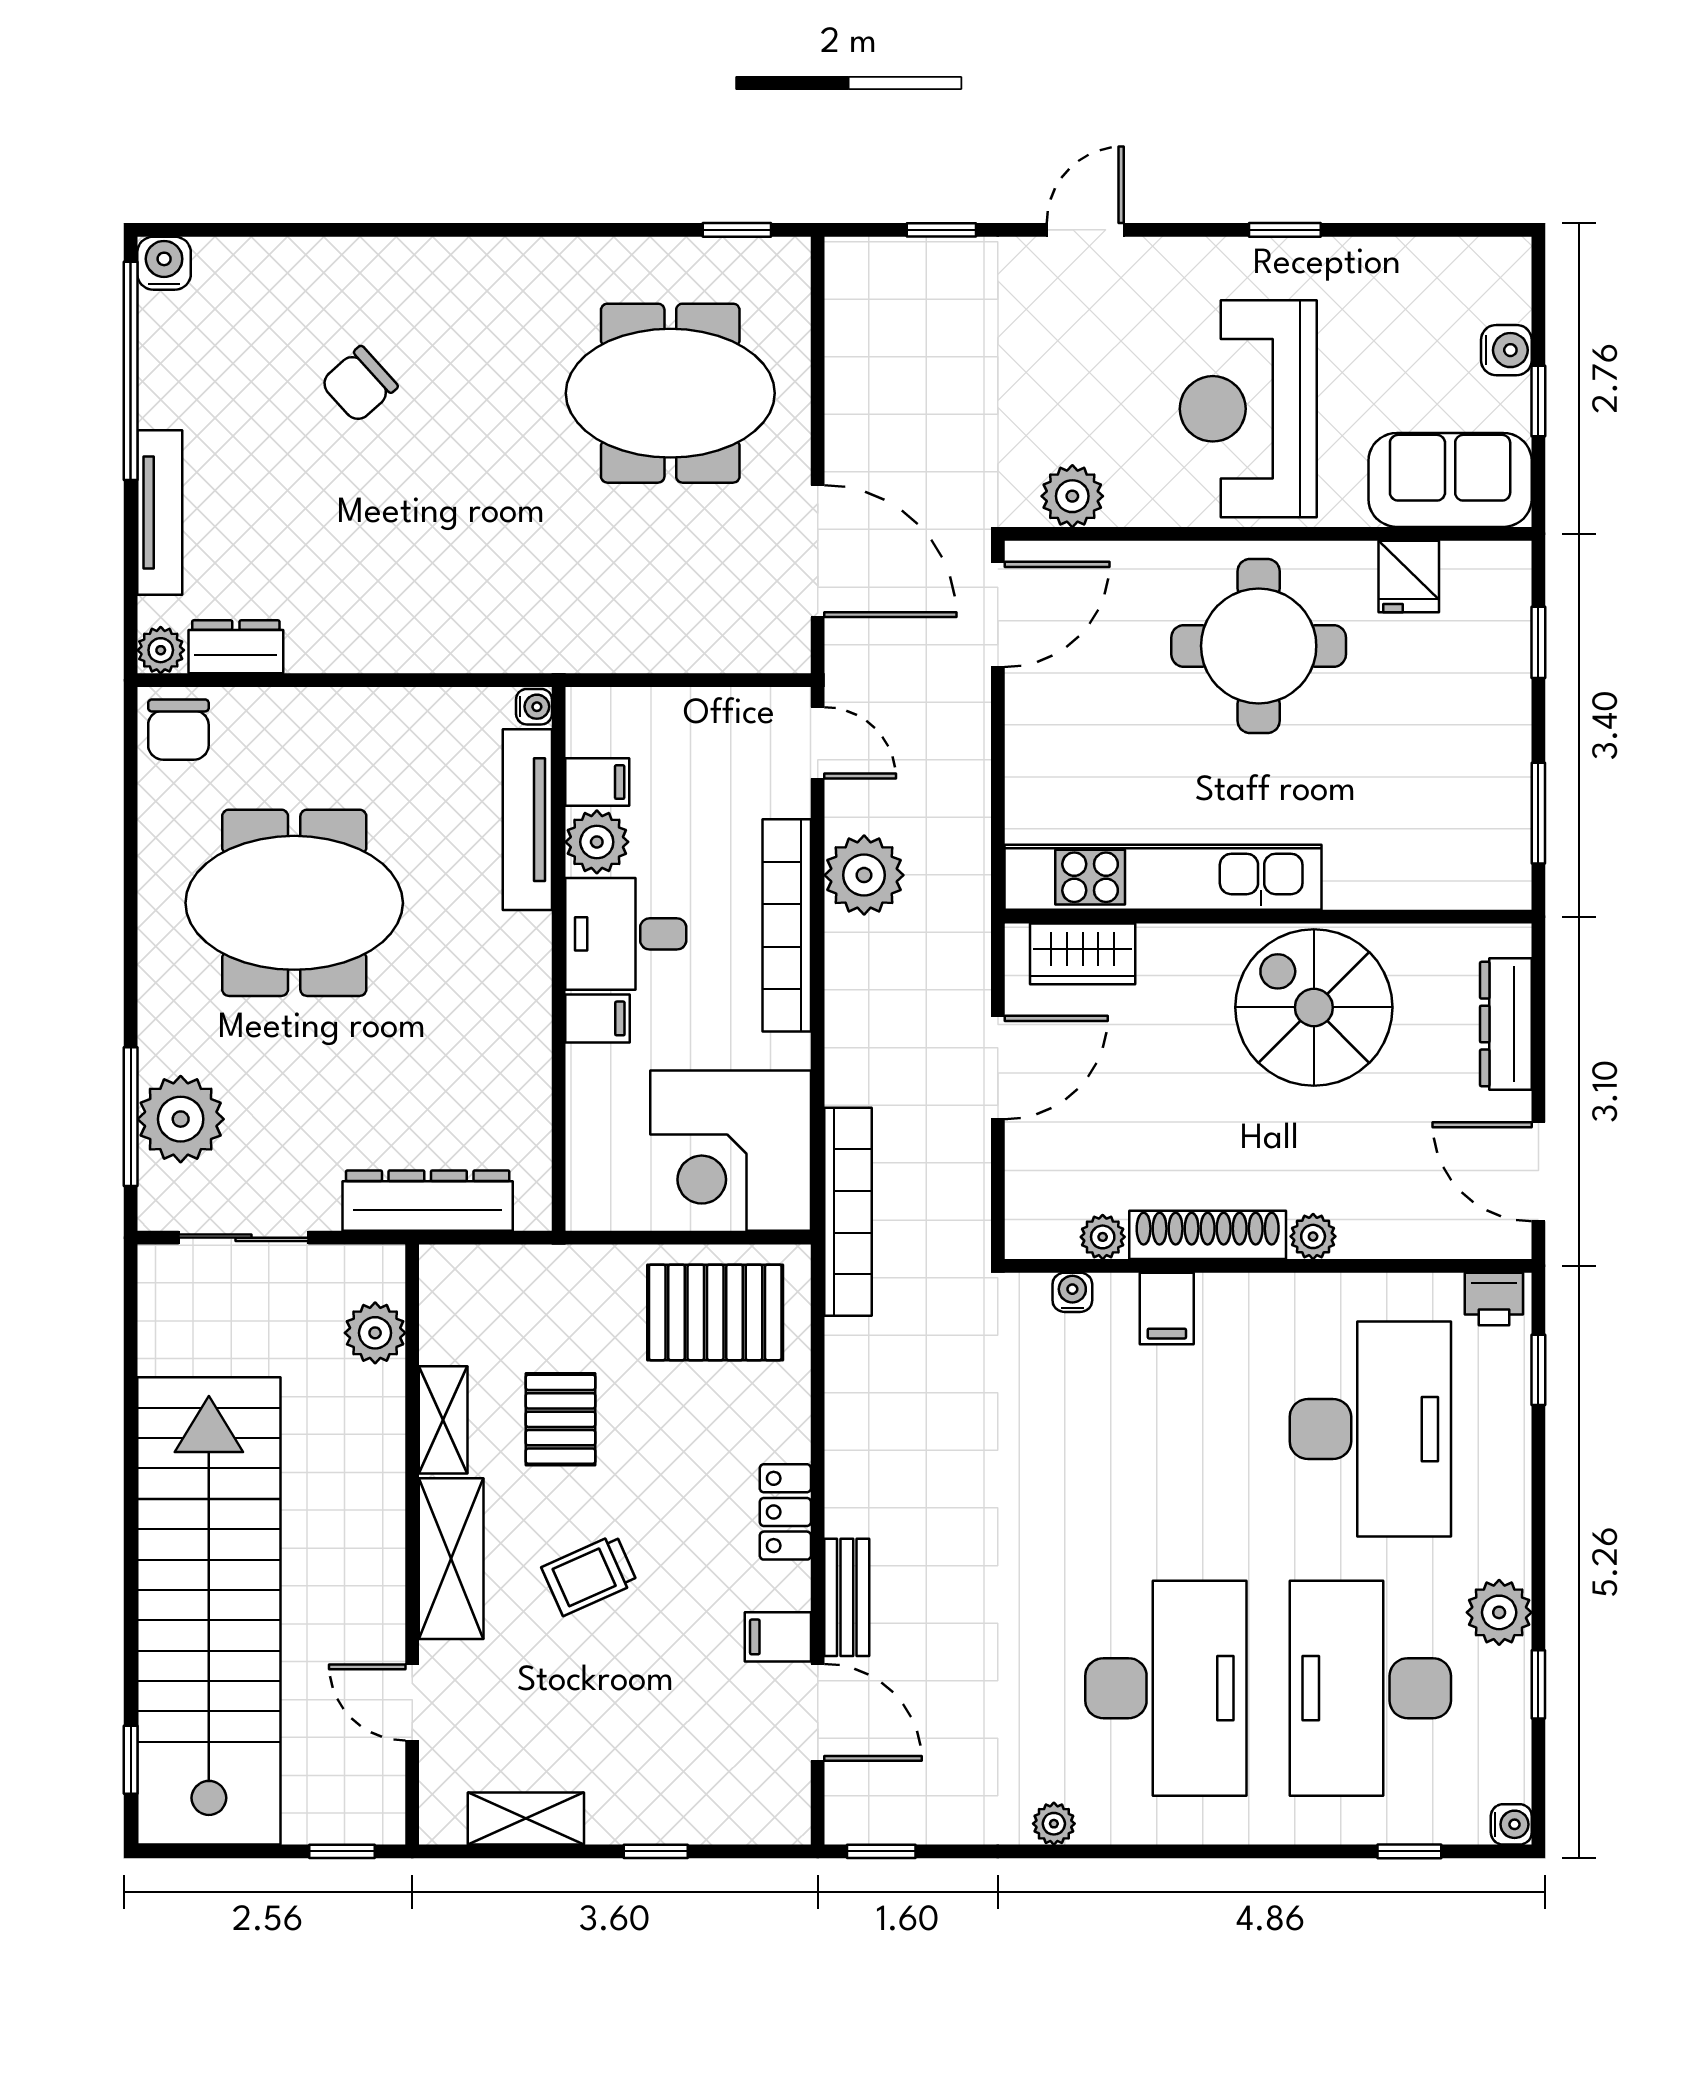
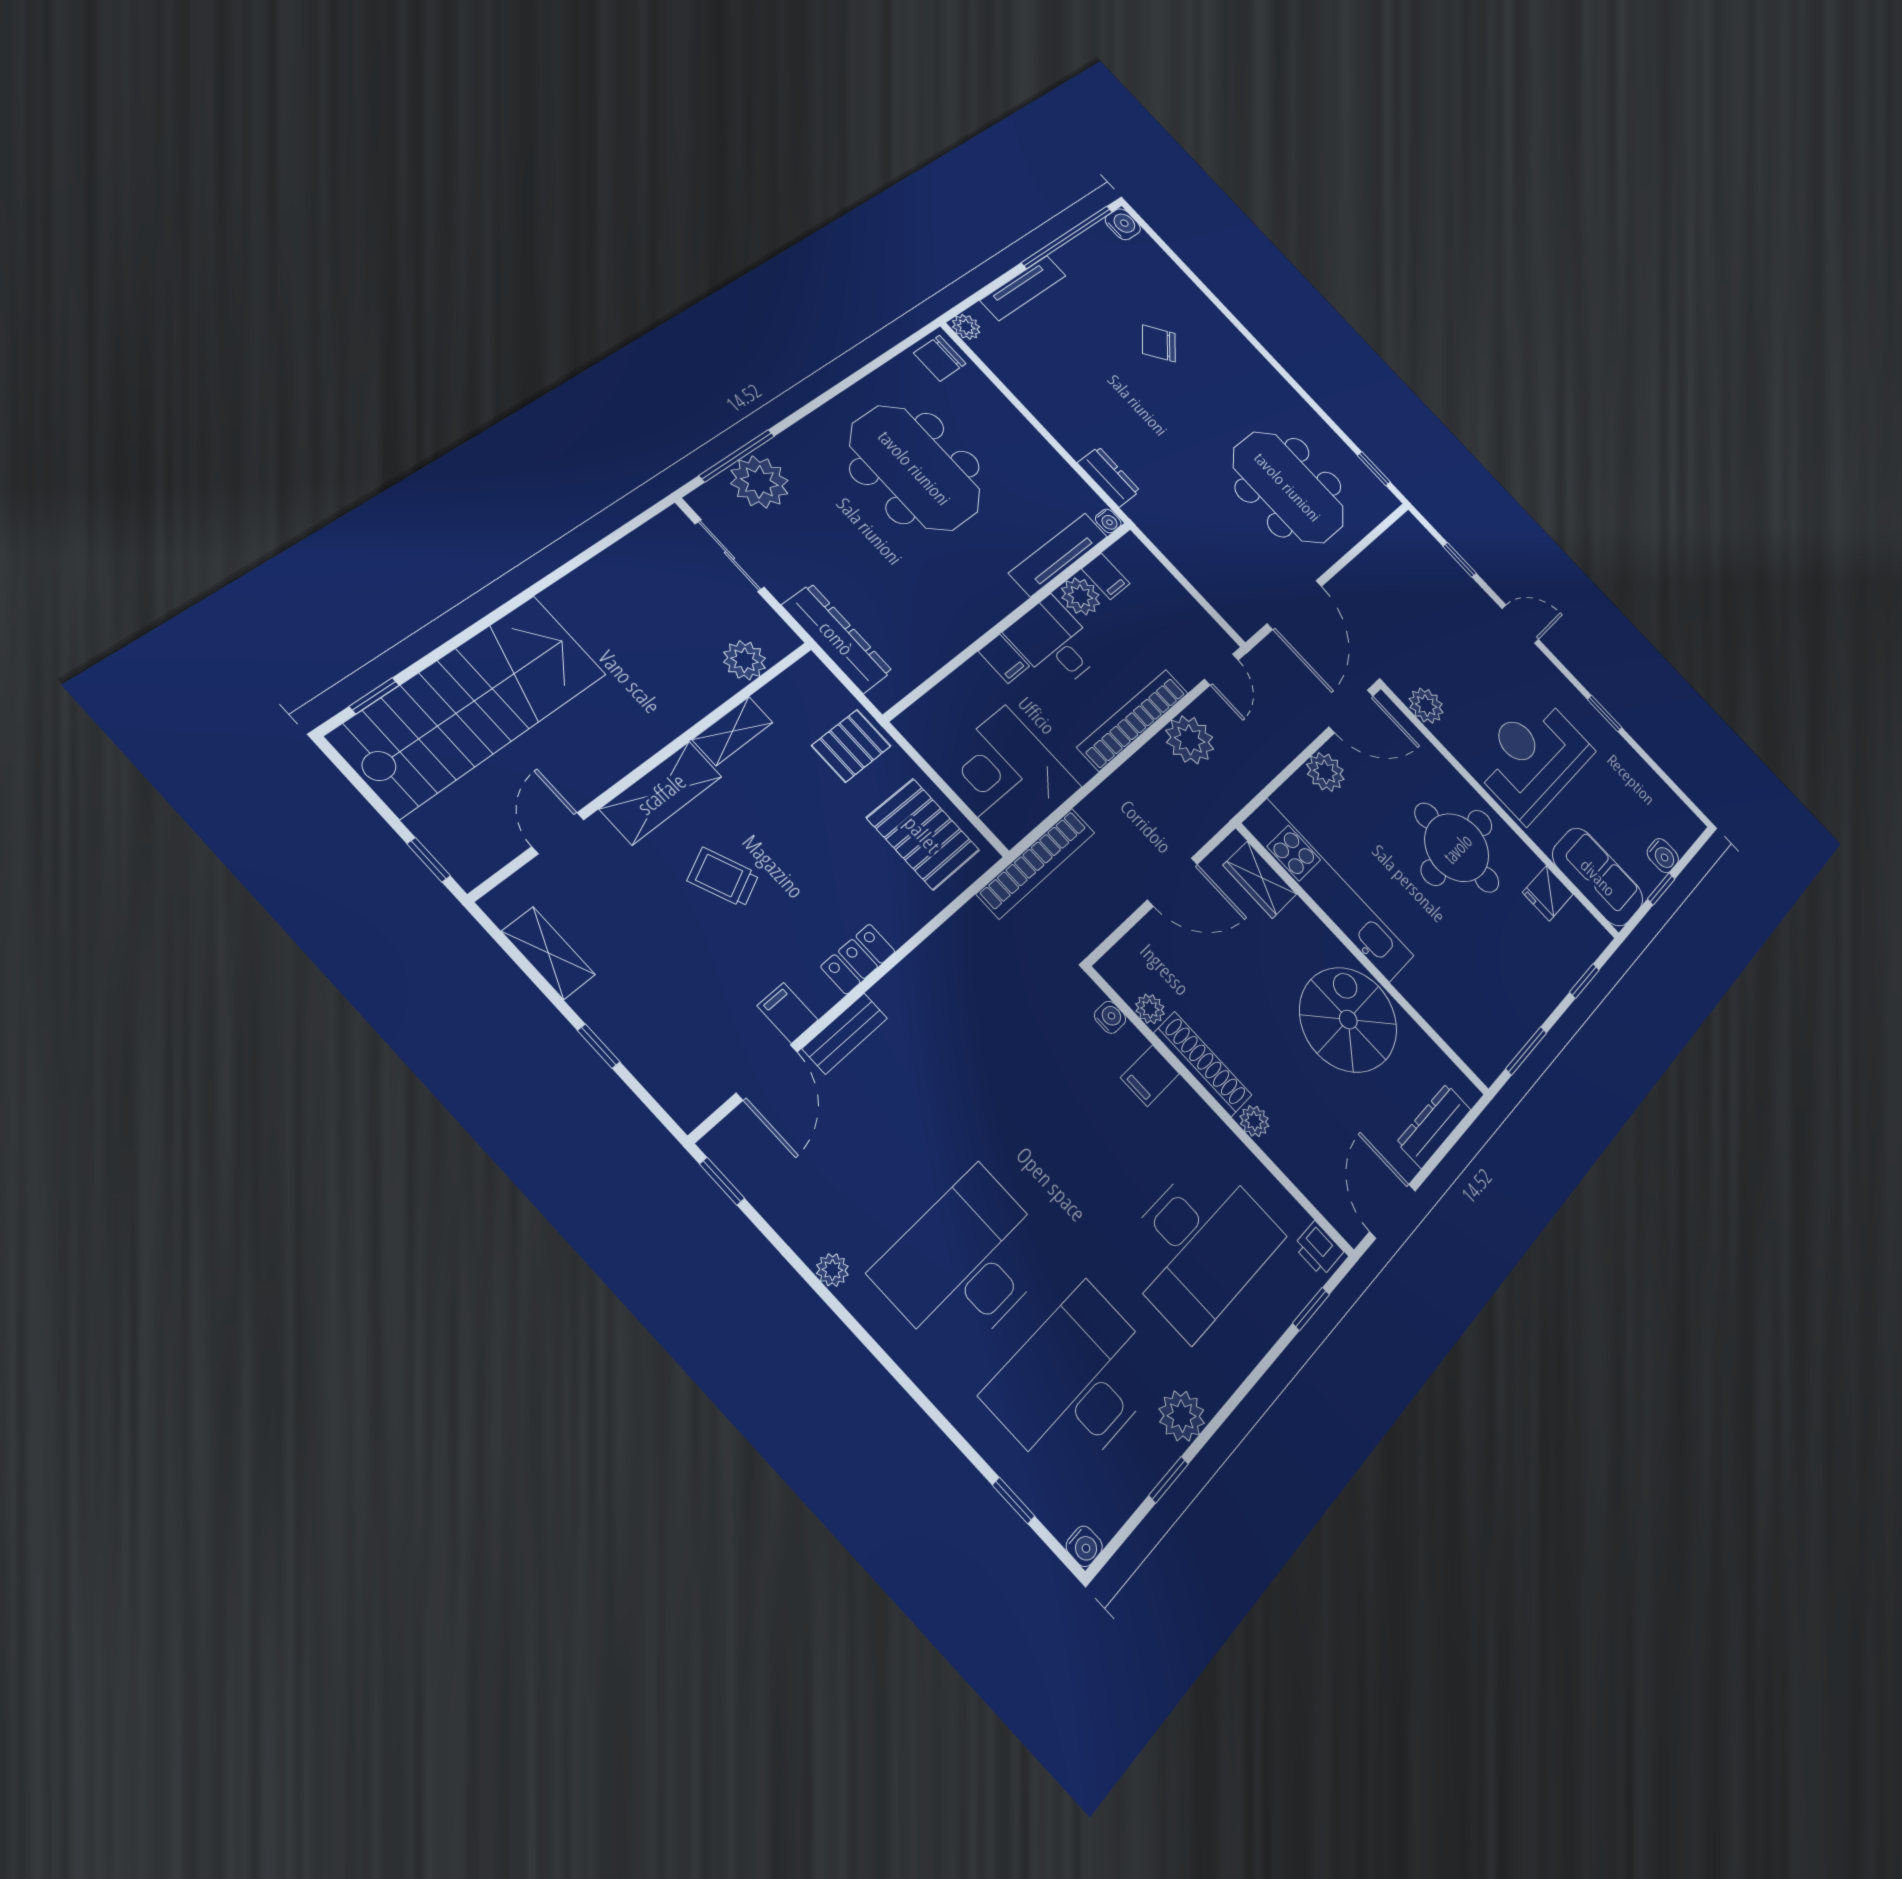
dresser: (236, 647) -> (1109, 477), moved
plant: (1037, 731) -> (1325, 772), added
pallet: (561, 1419) -> (851, 746), moved
stairs: (209, 1611) -> (469, 704), width x0.73
desk: (1166, 1688) -> (966, 1263), turned 180

